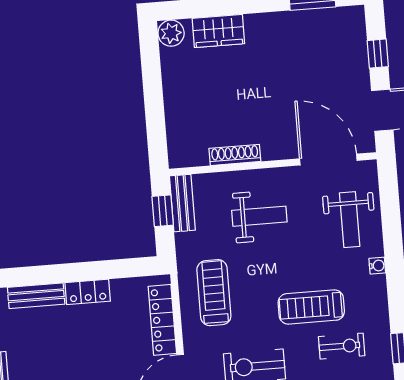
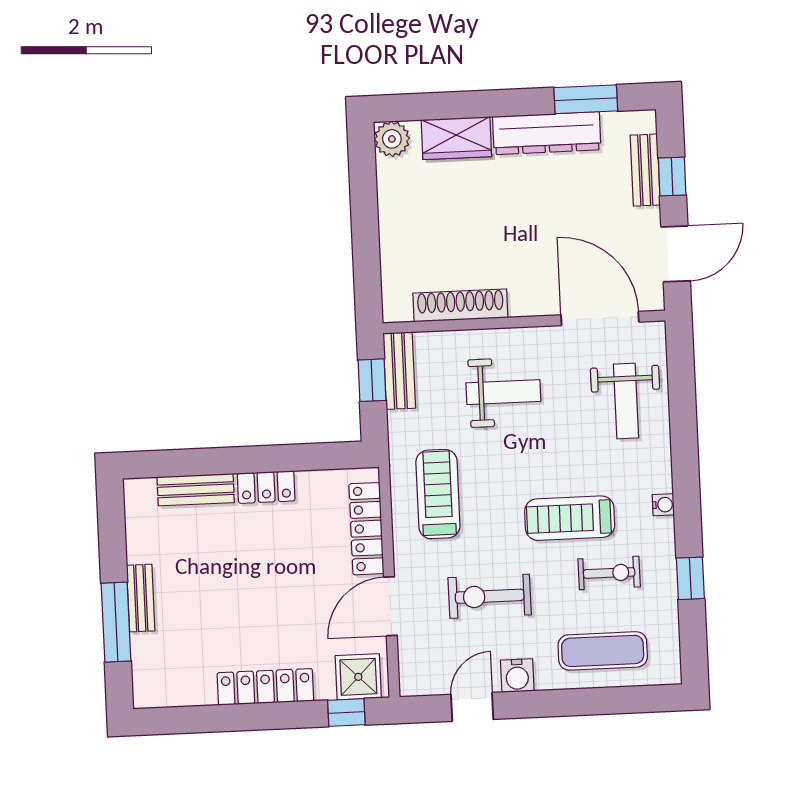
dresser: (285, 25) -> (547, 133), added
bench: (358, 50) -> (645, 170), added
shoe rack: (235, 155) -> (460, 305), width x1.36, depth x1.24
water cooler: (377, 266) -> (663, 505), moved

